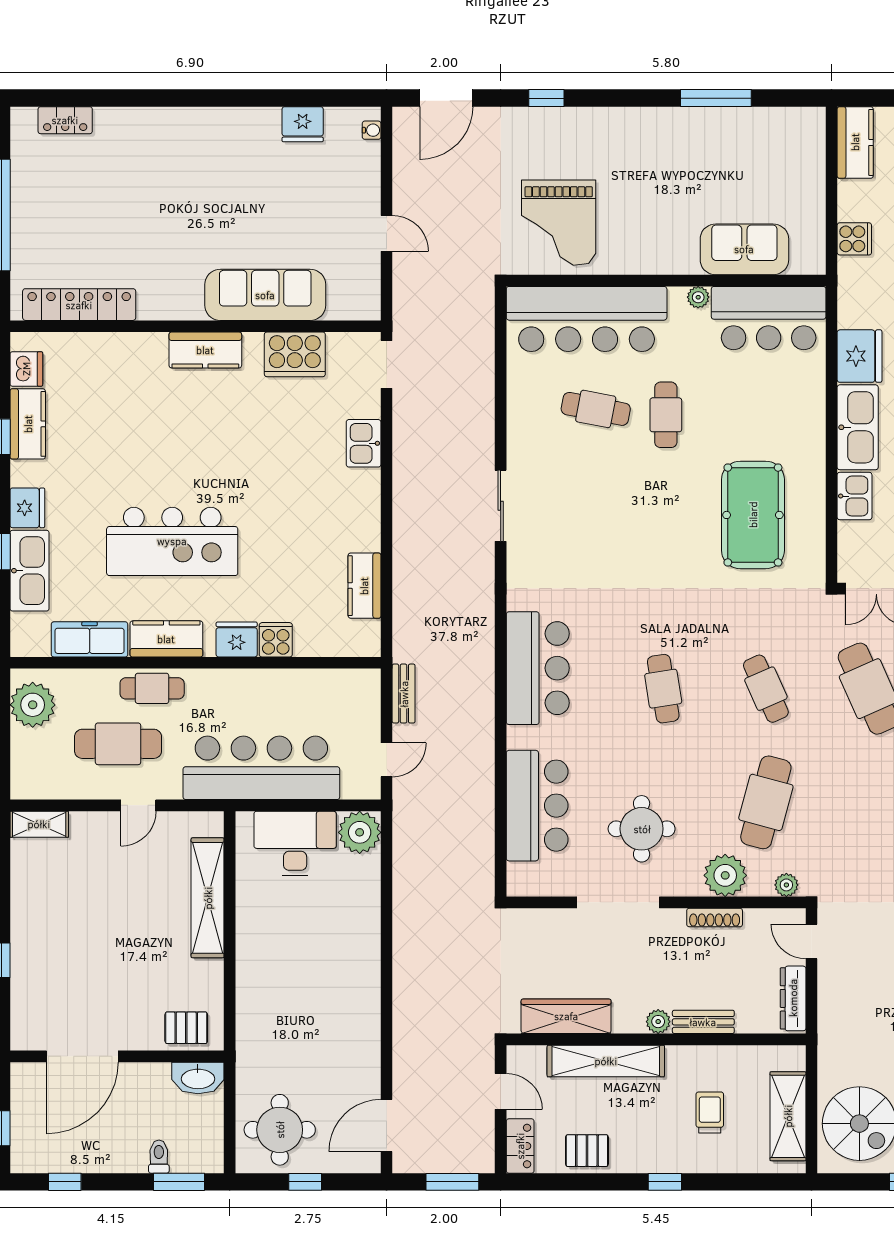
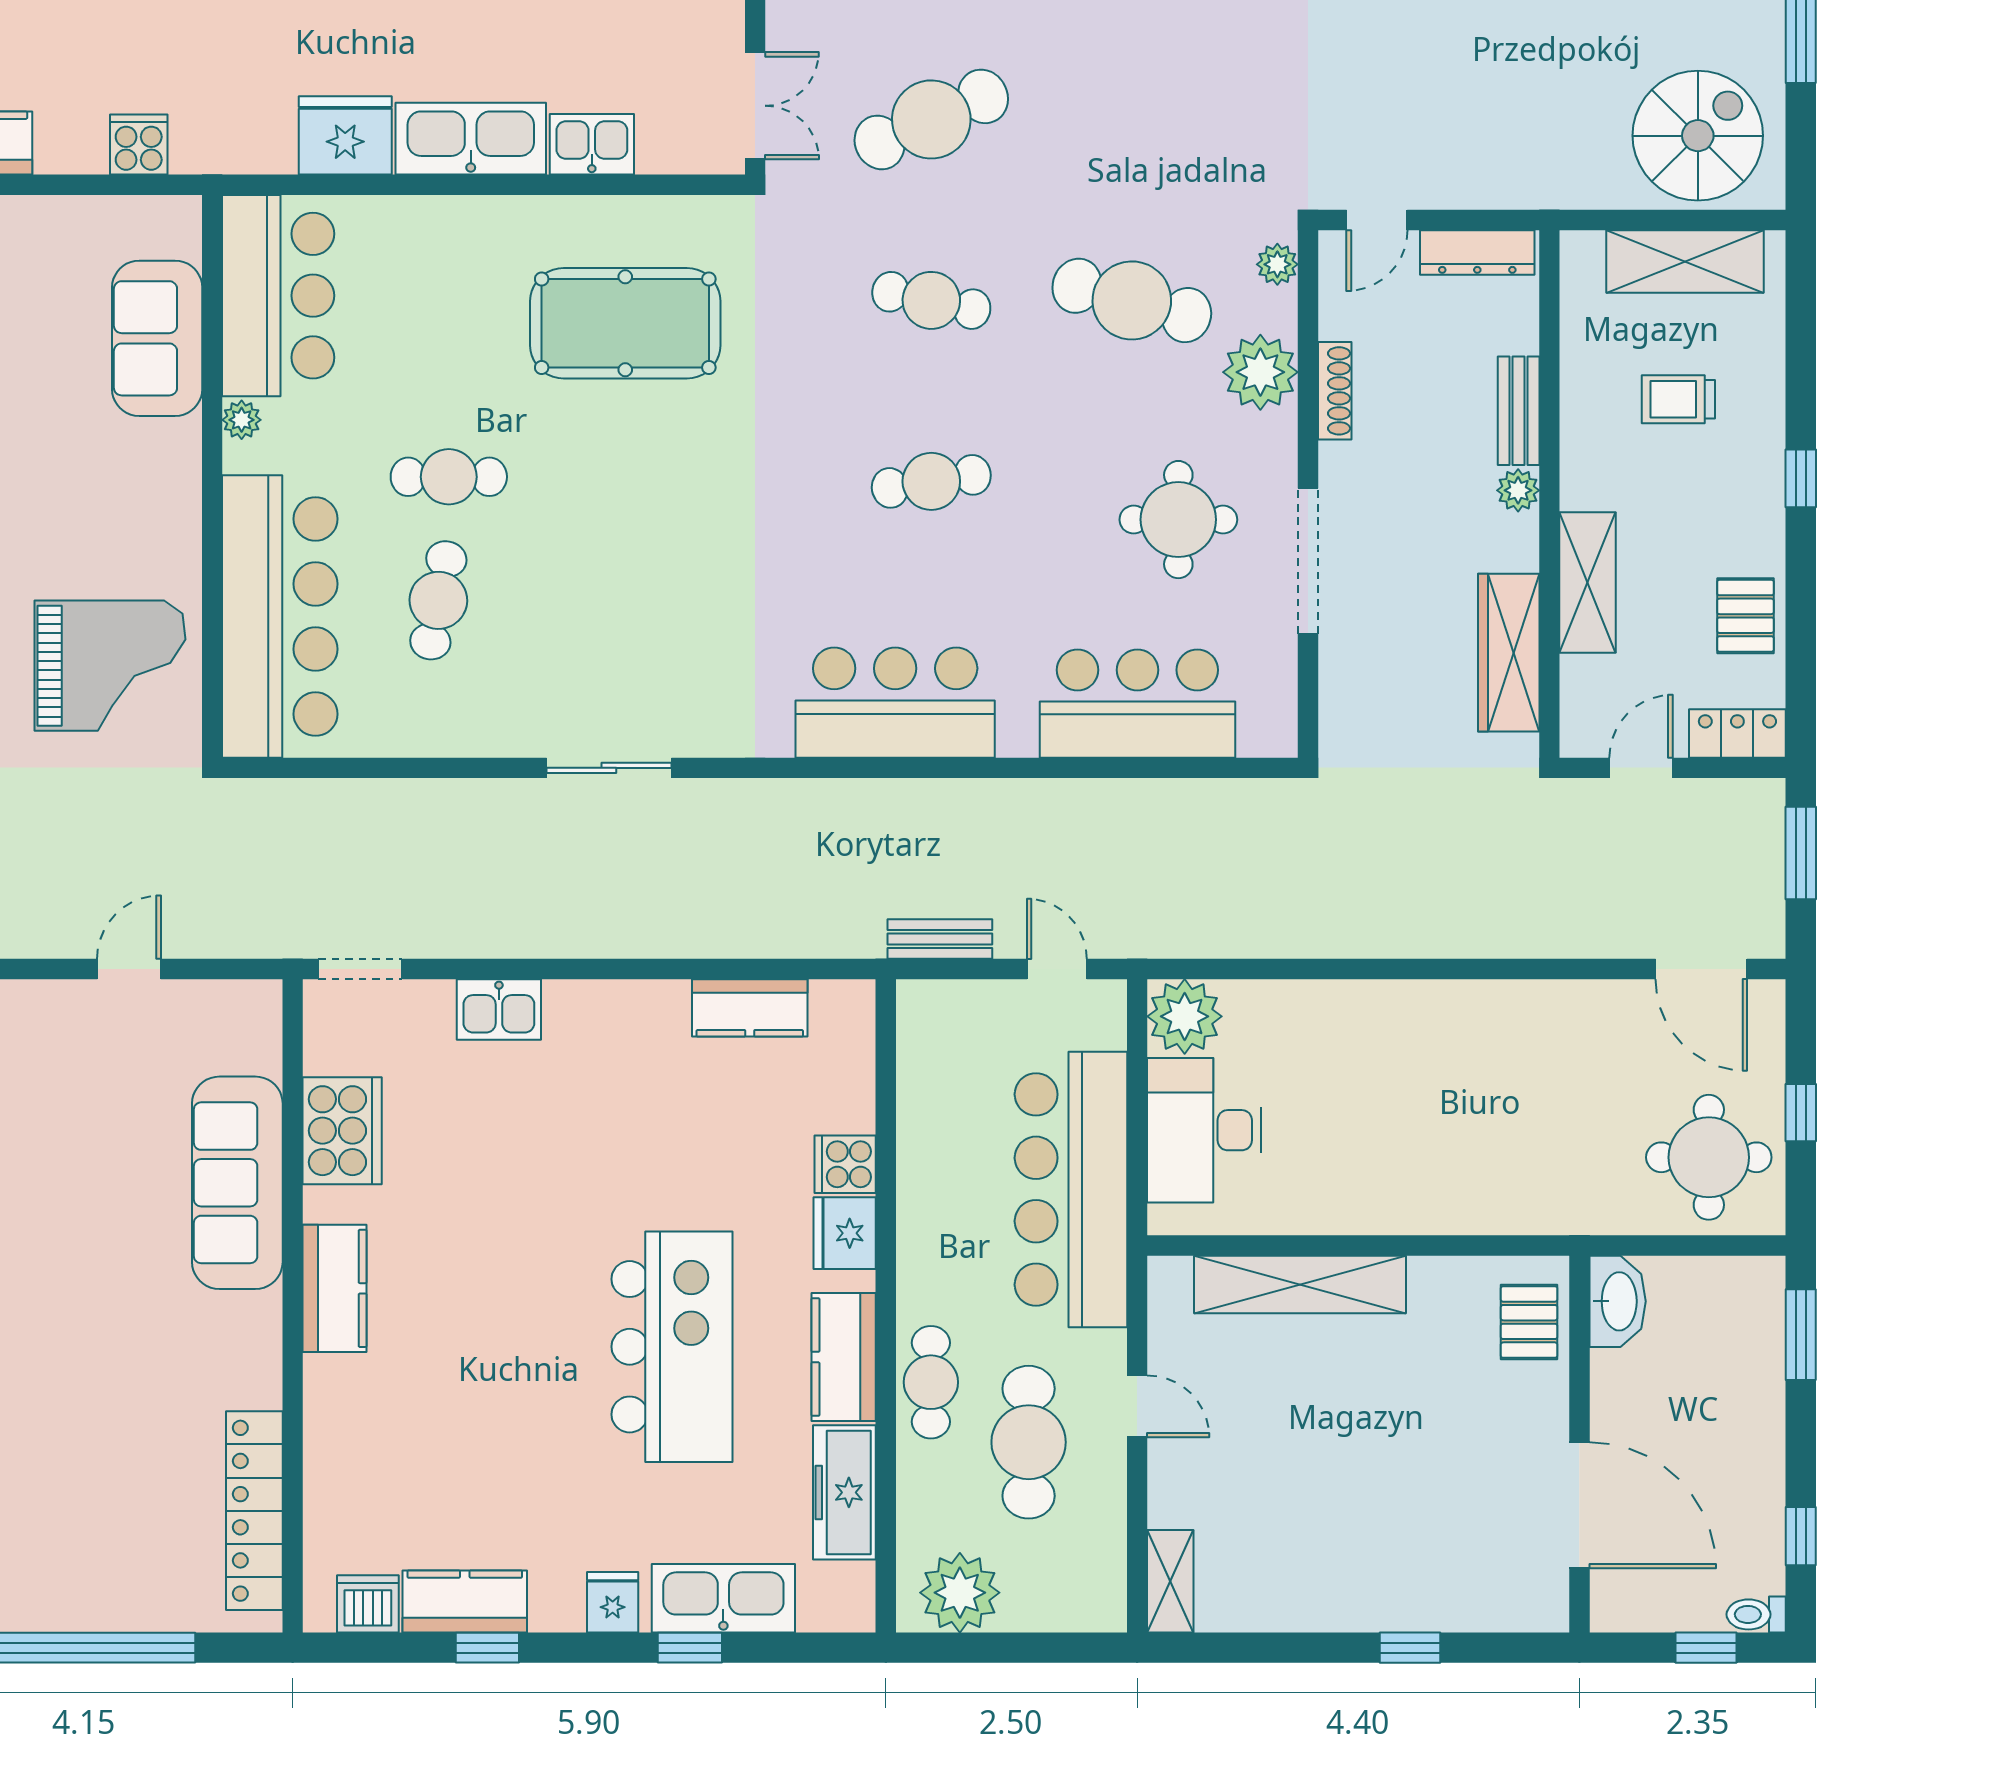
fridge: (27, 508) -> (613, 1602), width x0.72
cafe table: (766, 689) -> (931, 300), turned 36
shelving: (606, 1061) -> (1588, 583), width x0.68
toilet: (159, 1157) -> (1756, 1614), moved

